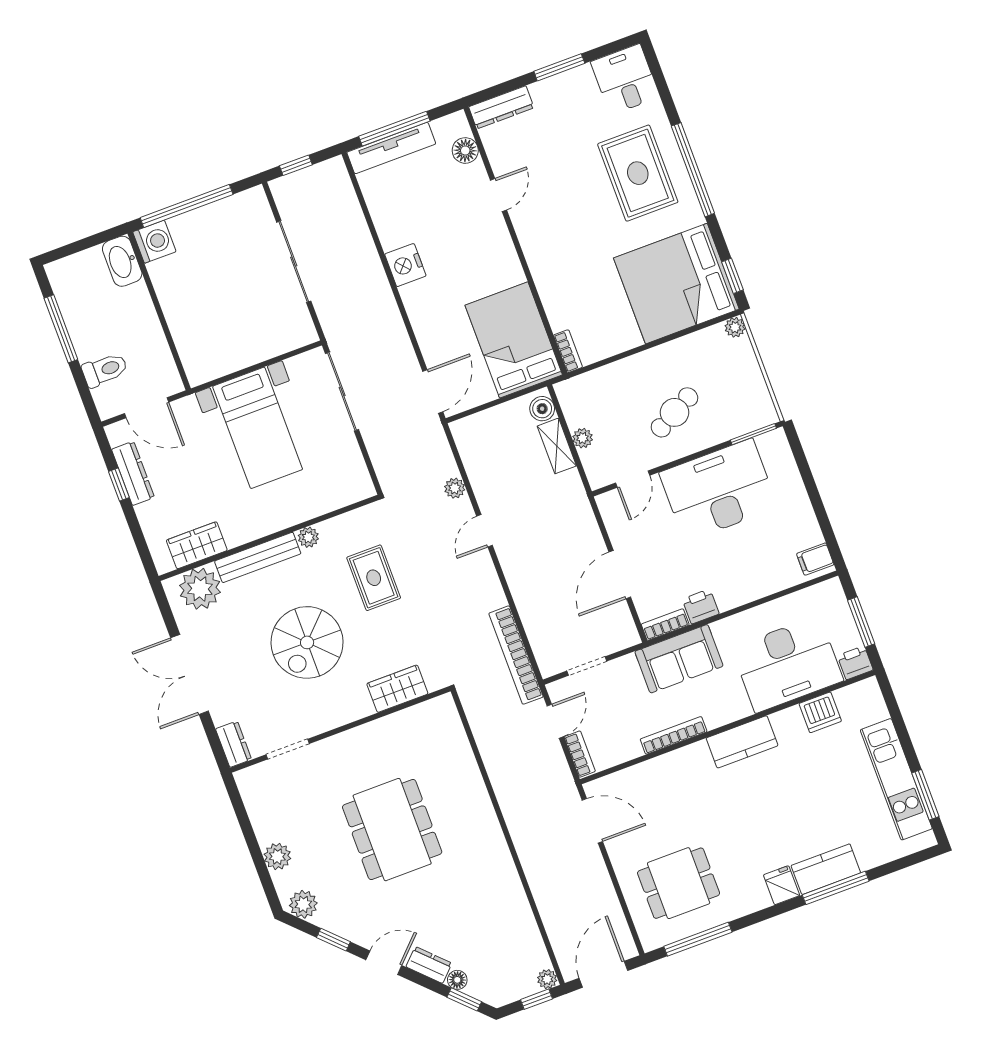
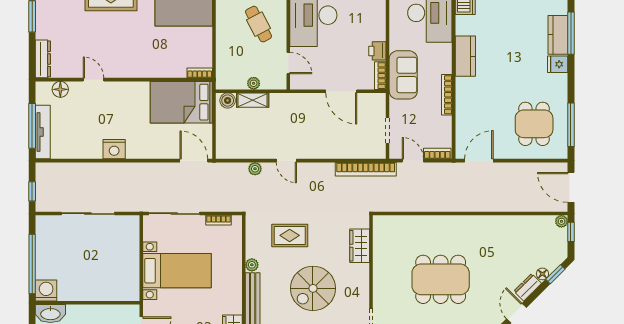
bookcase: (357, 462) -> (218, 220), added
spiral stairs: (307, 642) -> (313, 288), turned 90

